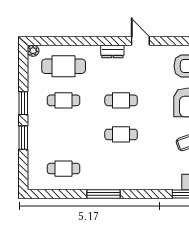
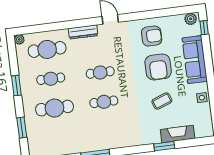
dresser: (112, 51) -> (83, 32), width x1.44
window: (23, 138) -> (22, 128), moved
cafe table: (64, 169) -> (54, 108), moved, width x1.37, depth x1.35

